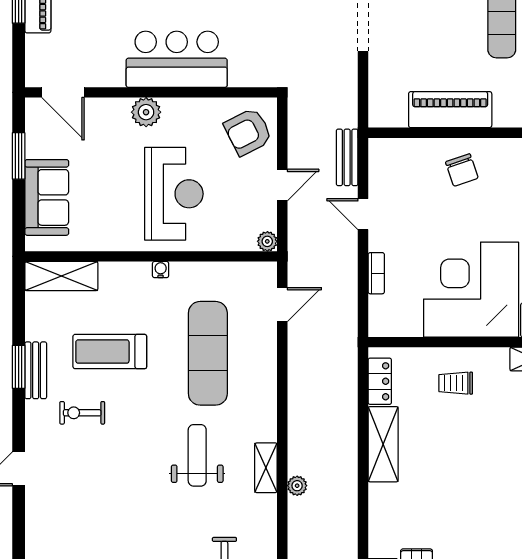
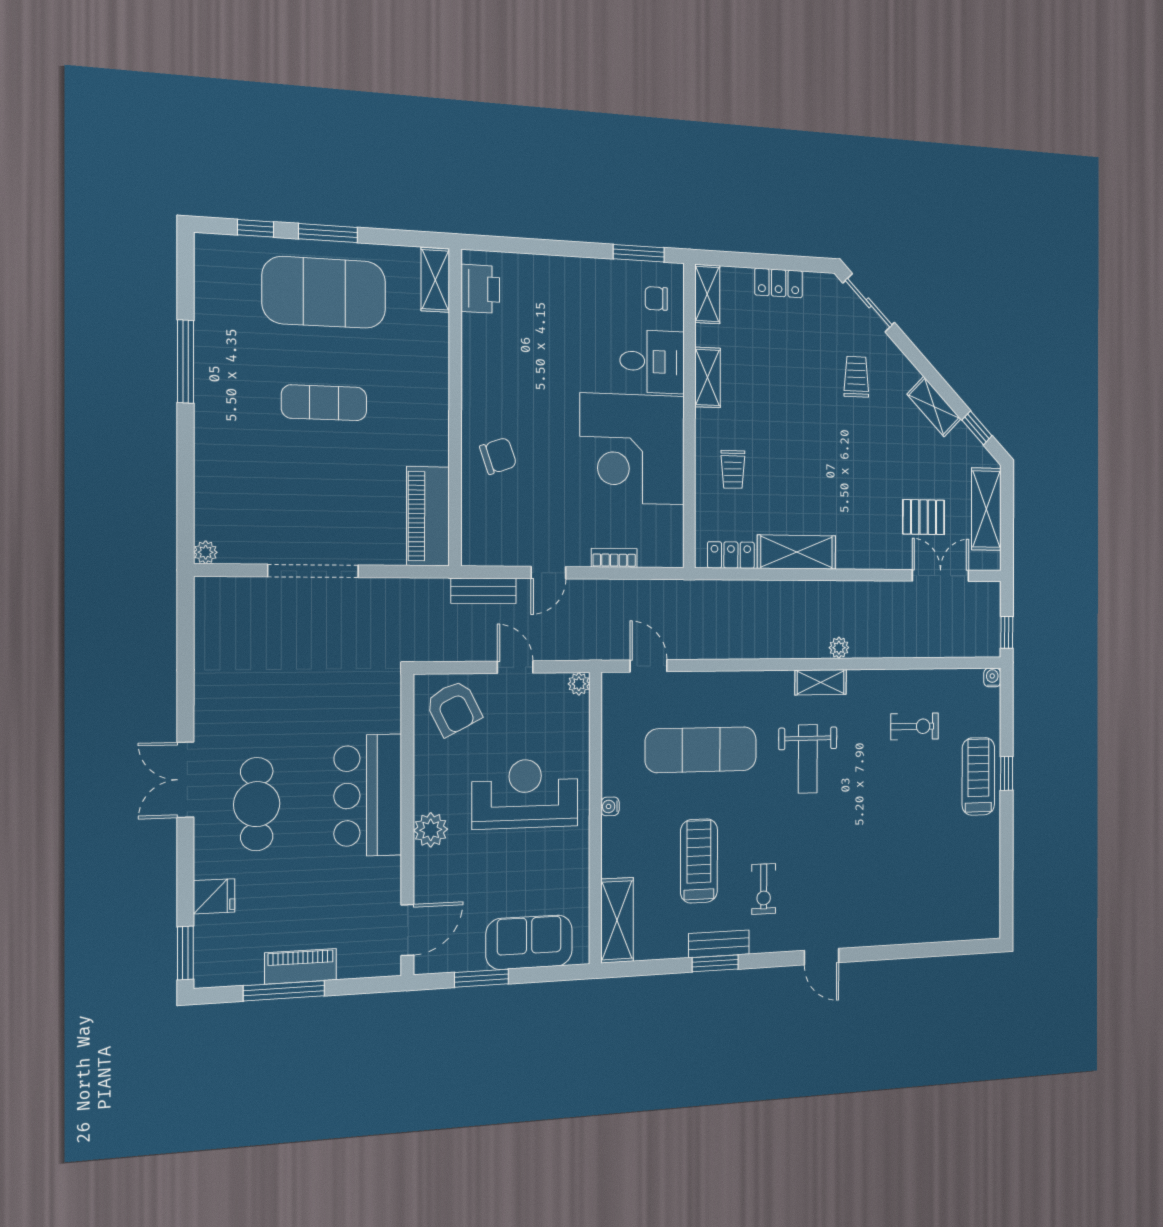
piano: (450, 110) -> (428, 516), moved
treadmill: (110, 352) -> (699, 861), turned 180
weight bench: (197, 455) -> (808, 759), turned -90

